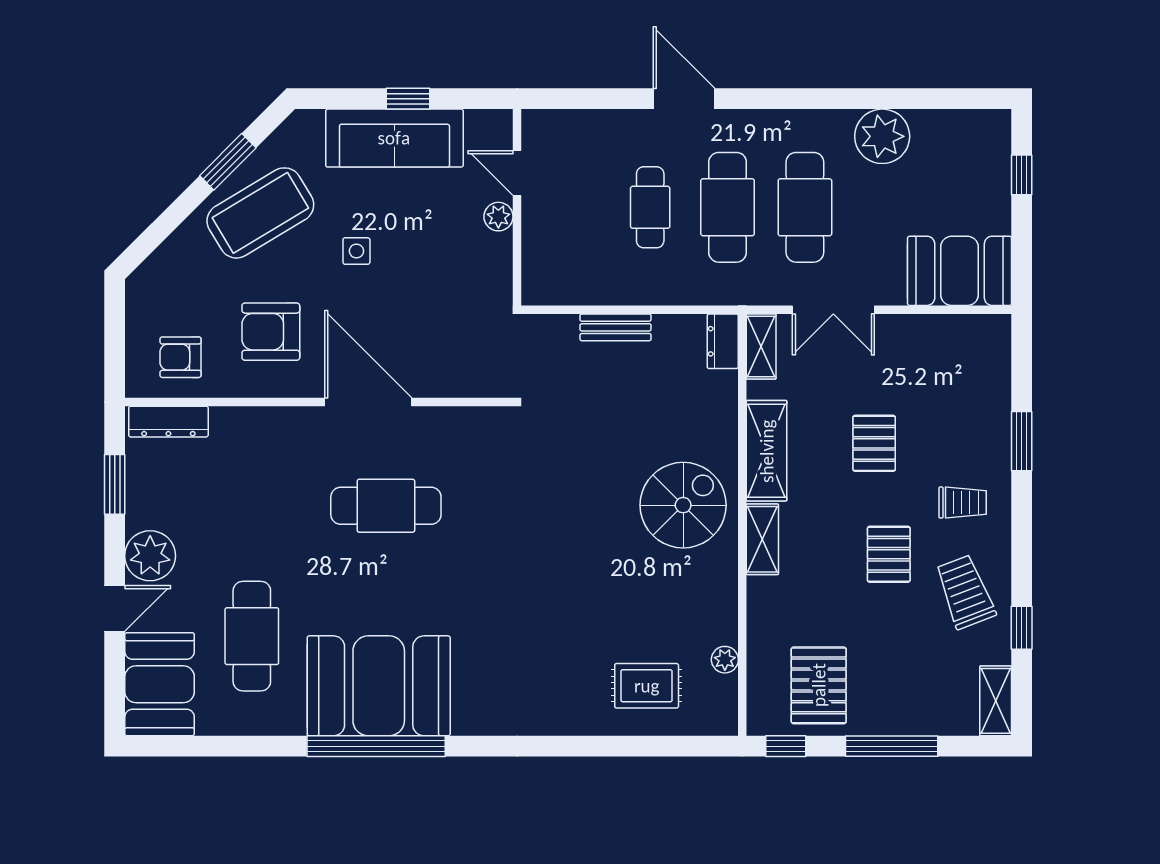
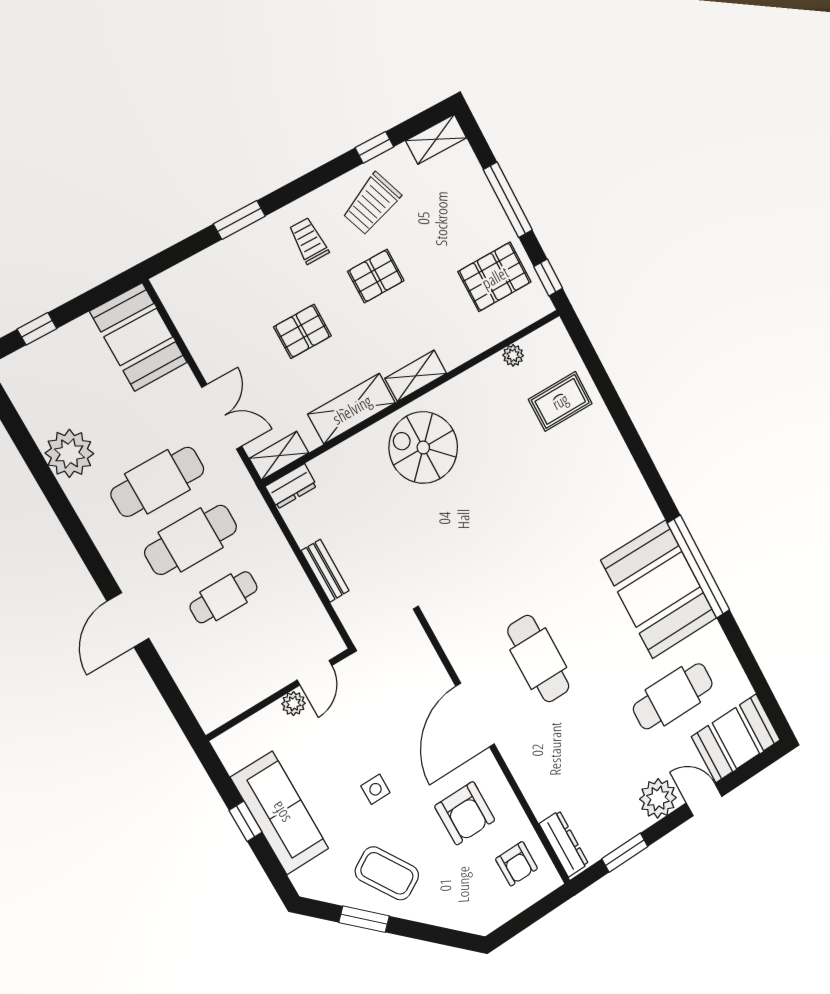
door: (517, 173) -> (315, 673), moved
coffee table: (260, 213) -> (387, 873), width x0.73, depth x0.76
rug: (647, 686) -> (560, 401), turned 90

